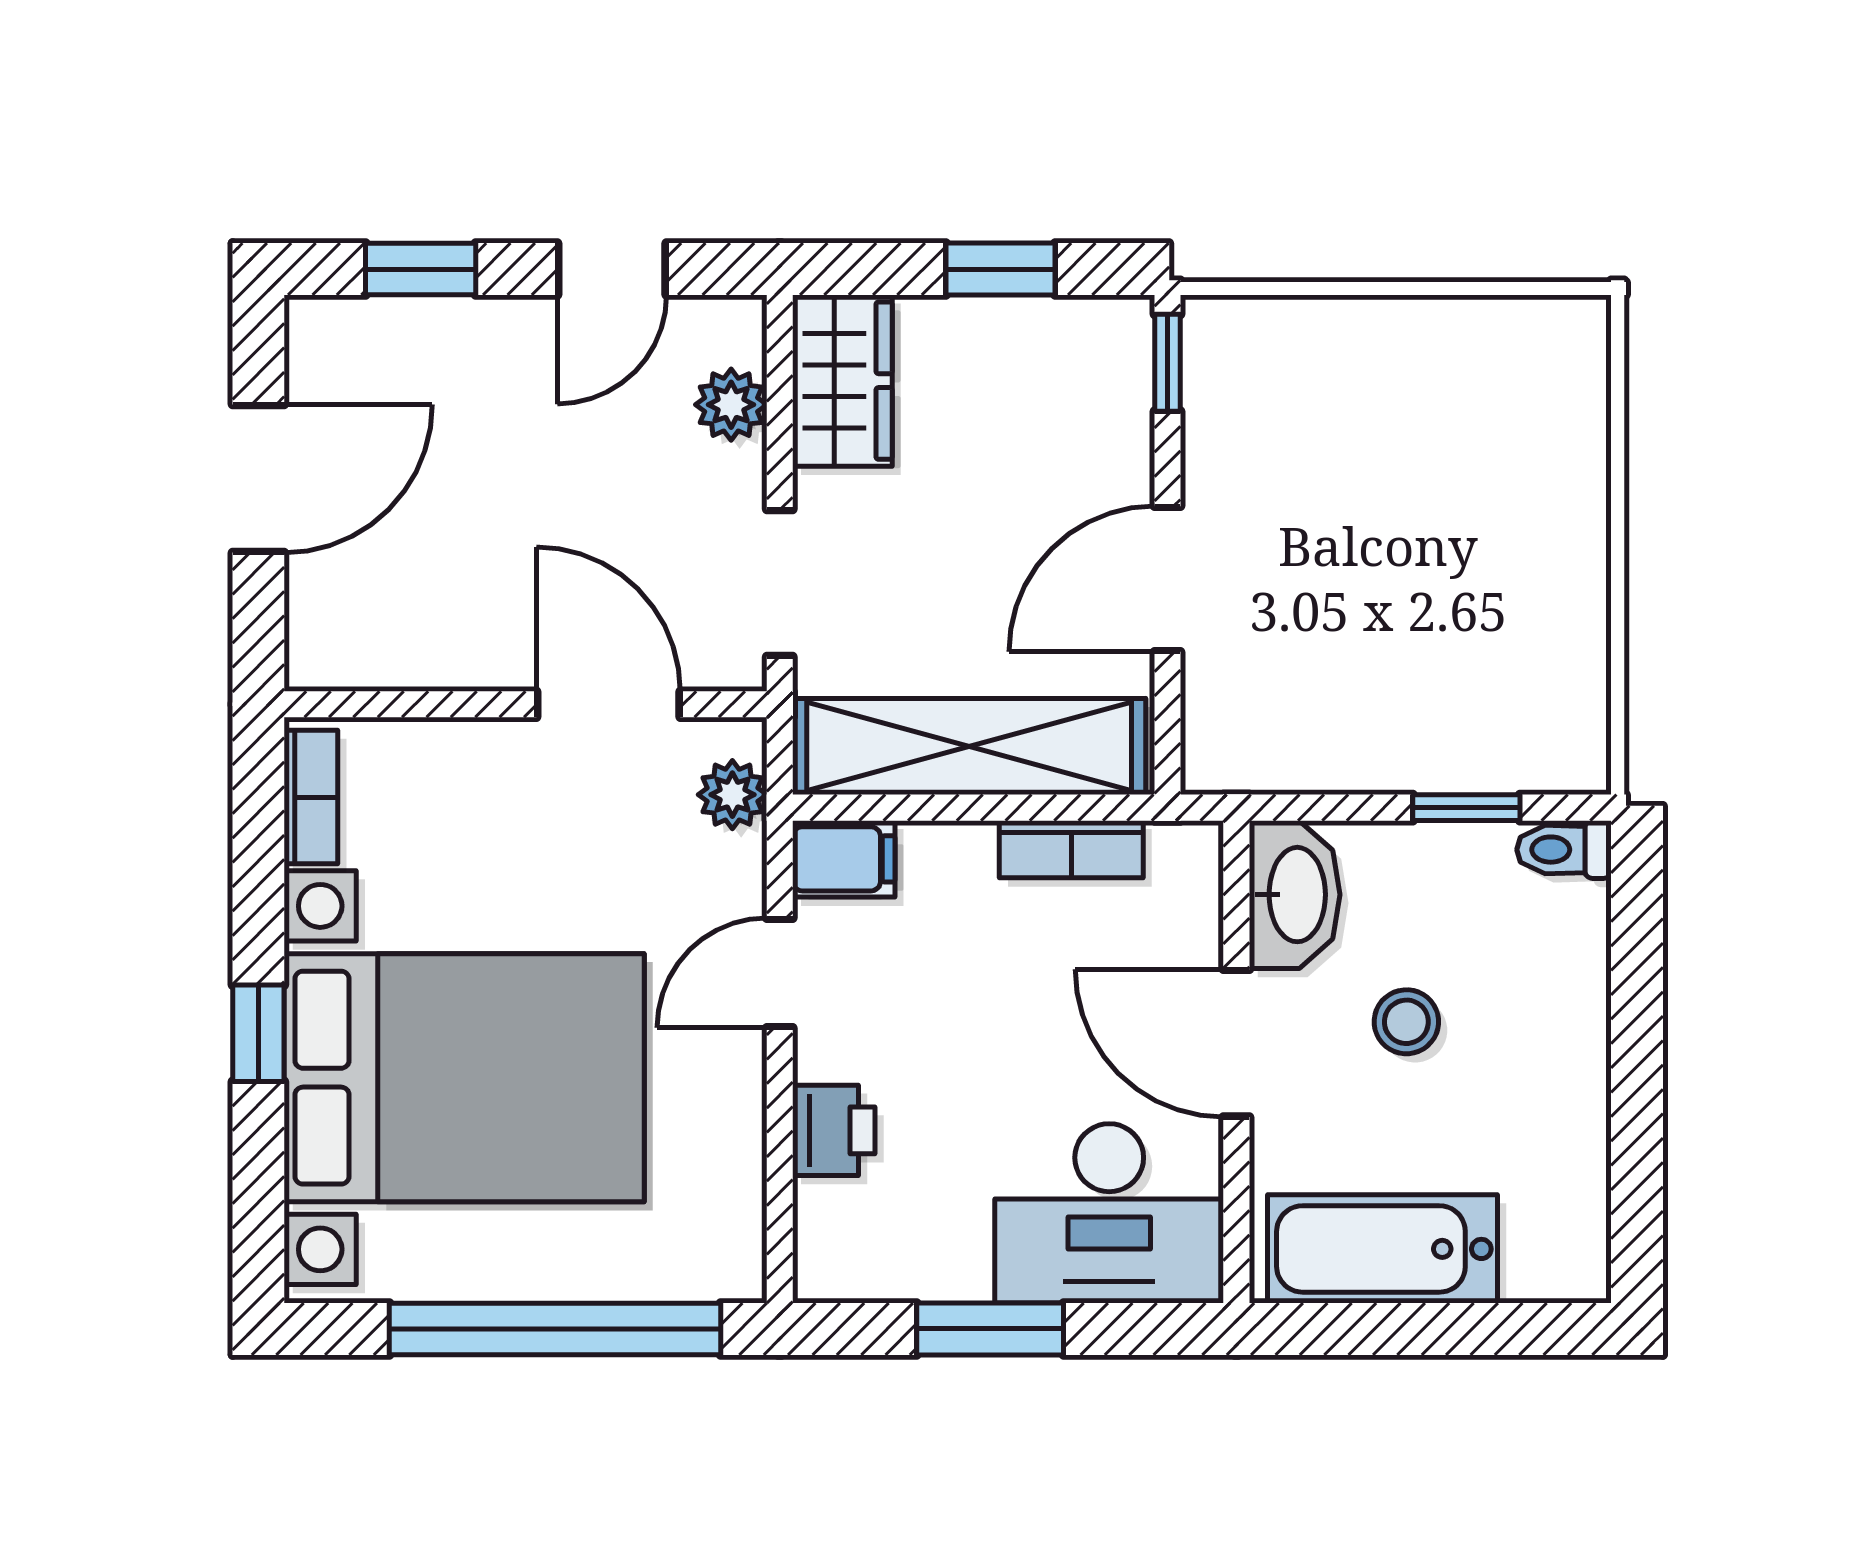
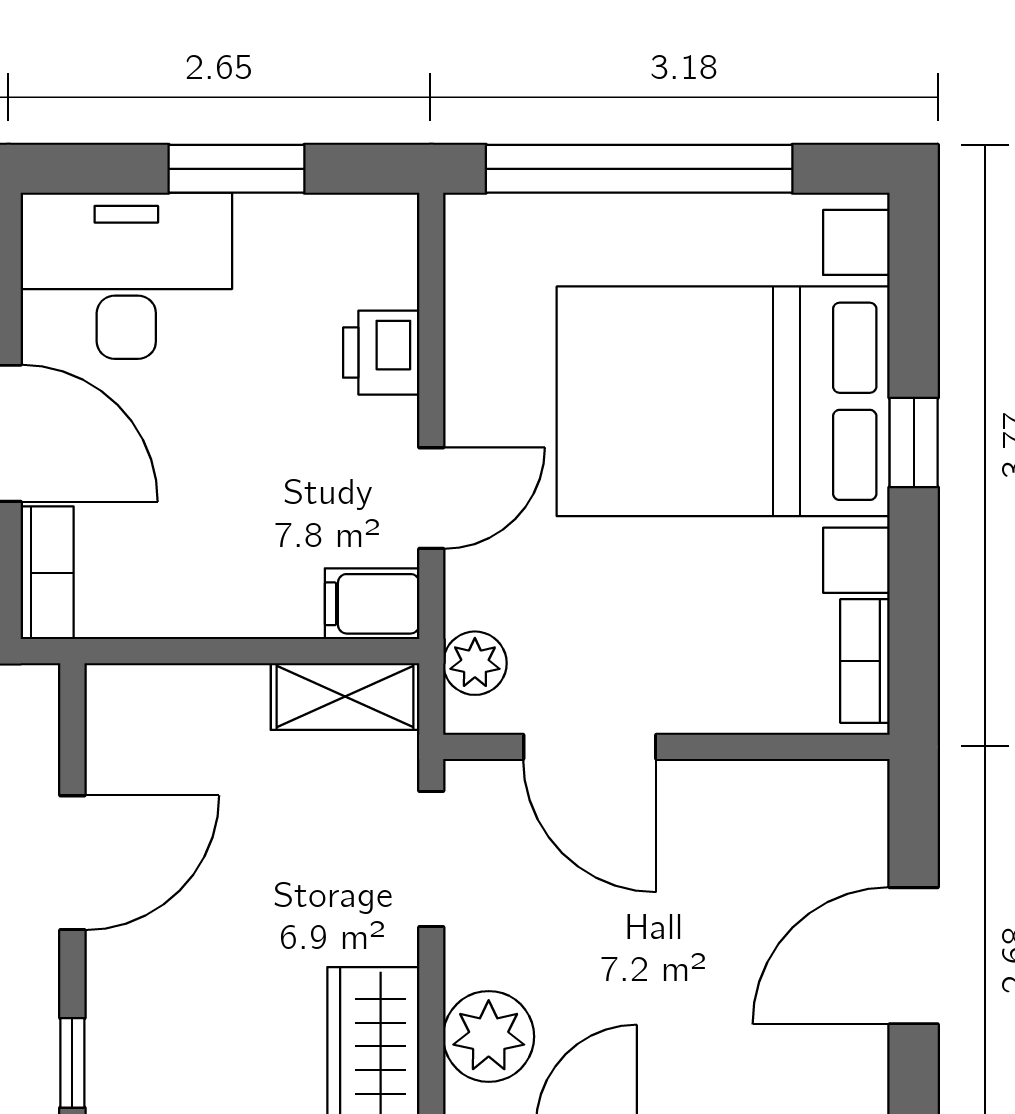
plant: (731, 405) -> (489, 1036), width x1.38, depth x1.38
shelving: (969, 747) -> (345, 697), width x0.45, depth x0.75
bookcase: (1071, 849) -> (47, 573), moved, turned 90

